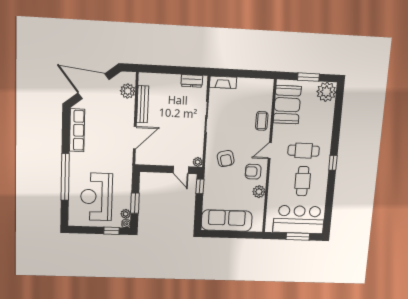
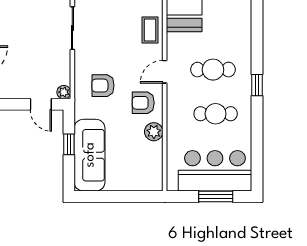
armchair: (226, 159) -> (103, 86), turned 104
cafe table: (303, 181) -> (216, 114), turned 90
window: (200, 186) -> (69, 144), moved
sofa: (227, 221) -> (90, 155), moved, turned 90

